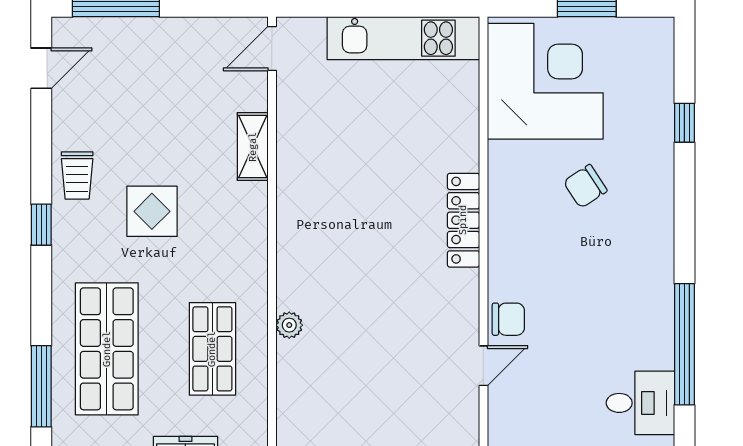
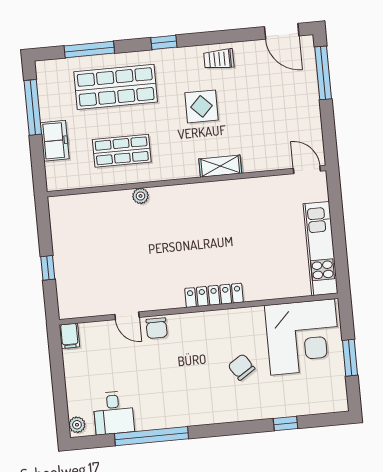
door: (41, 68) -> (282, 31), width x1.38
shelving: (253, 147) -> (220, 166), moved
window: (41, 225) -> (164, 42), moved

